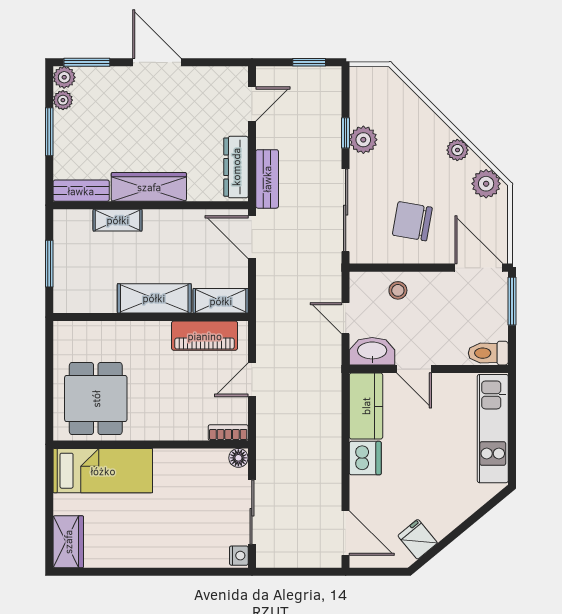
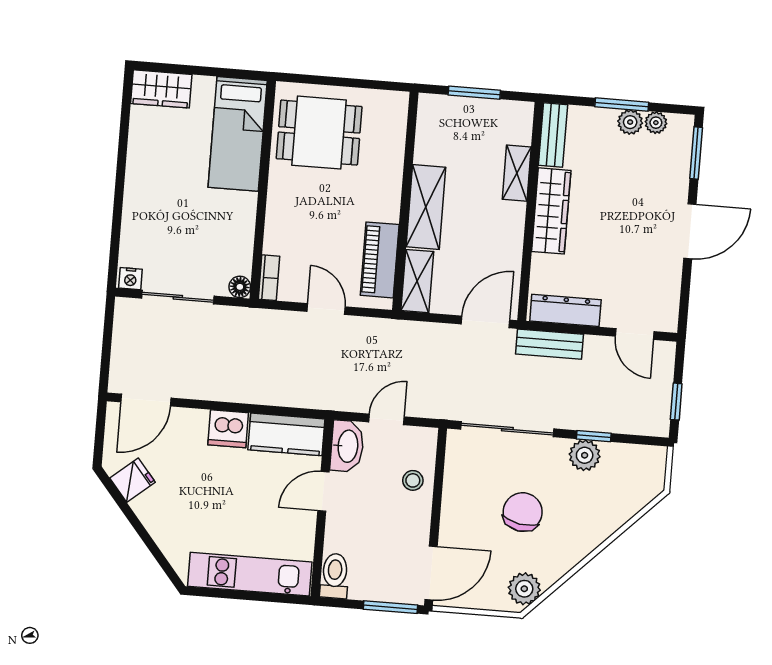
plant: (64, 77) -> (630, 122), moved
plant: (457, 150) -> (565, 560), removed
chair: (412, 221) -> (523, 512), moved

